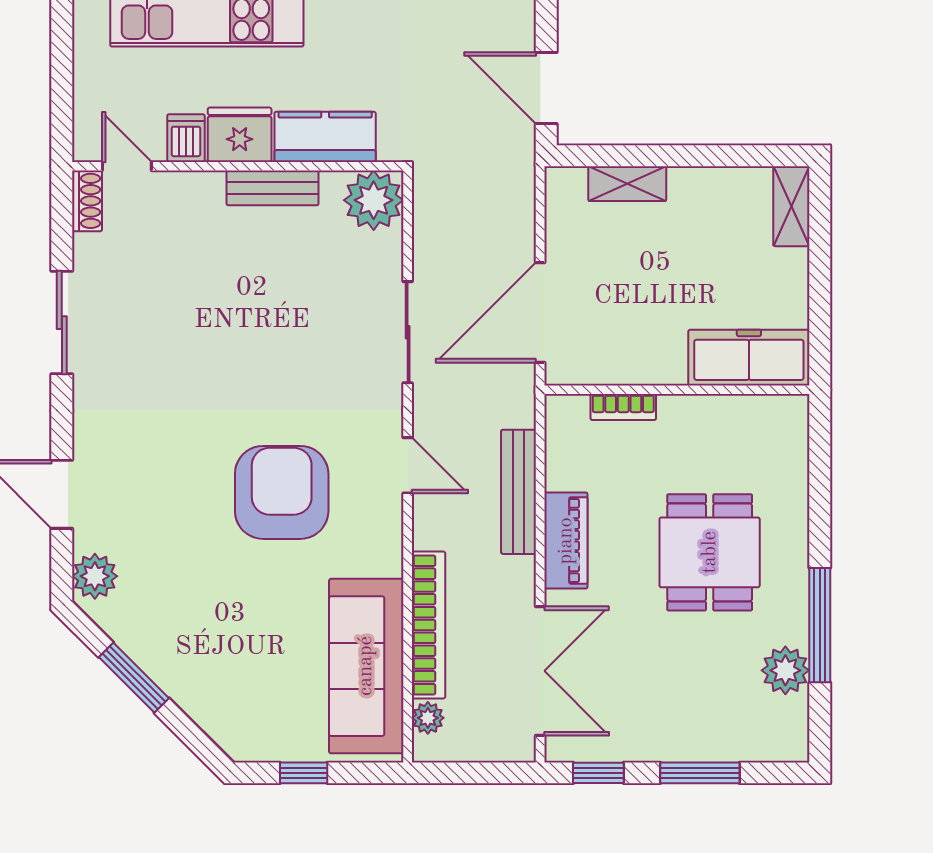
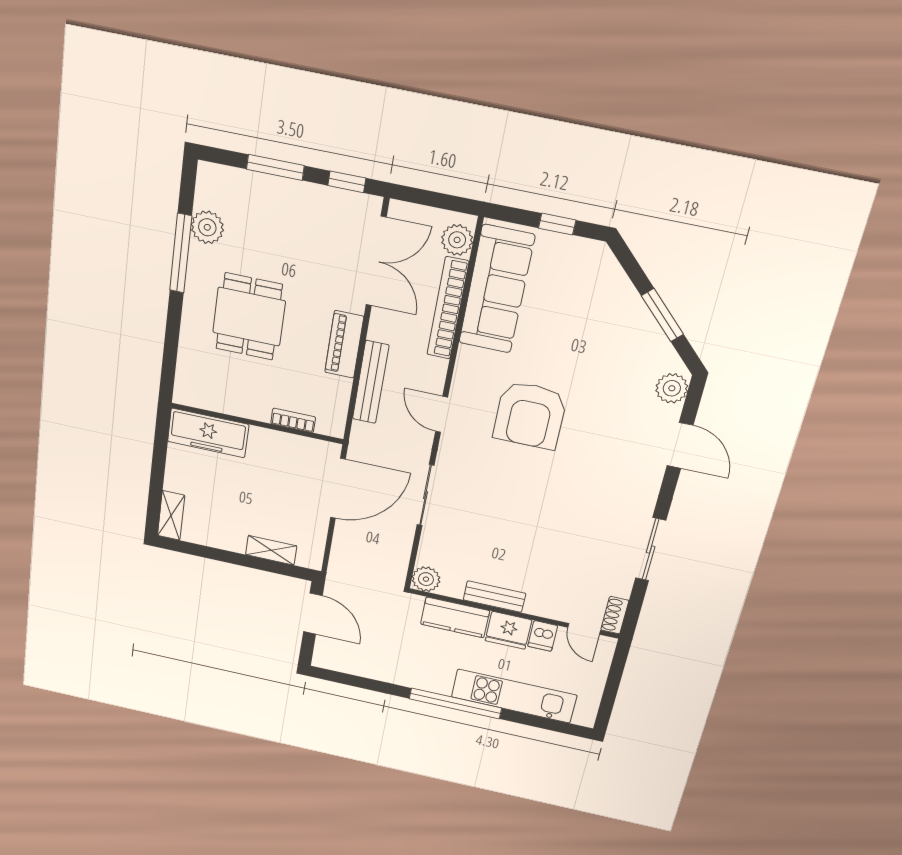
plant: (374, 200) -> (426, 579), width x0.73, depth x0.73
double door: (540, 671) -> (376, 261), swing flipped
plant: (428, 718) -> (457, 240), width x1.38, depth x1.38

